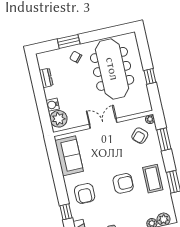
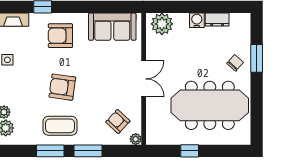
water cooler: (53, 105) -> (197, 20), moved
window: (164, 139) -> (88, 151), moved
armchair: (123, 183) -> (62, 87), turned 98

